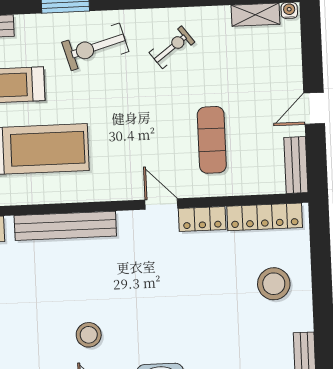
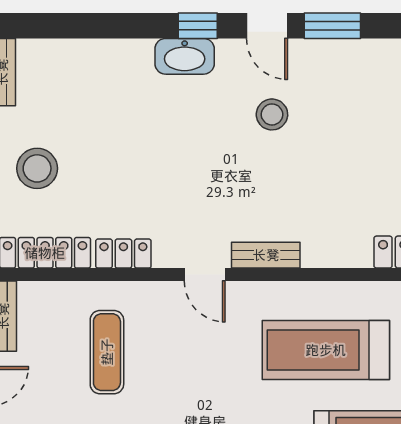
door: (161, 204) -> (205, 275), moved
bench: (65, 226) -> (266, 255), width x0.54, depth x0.82

